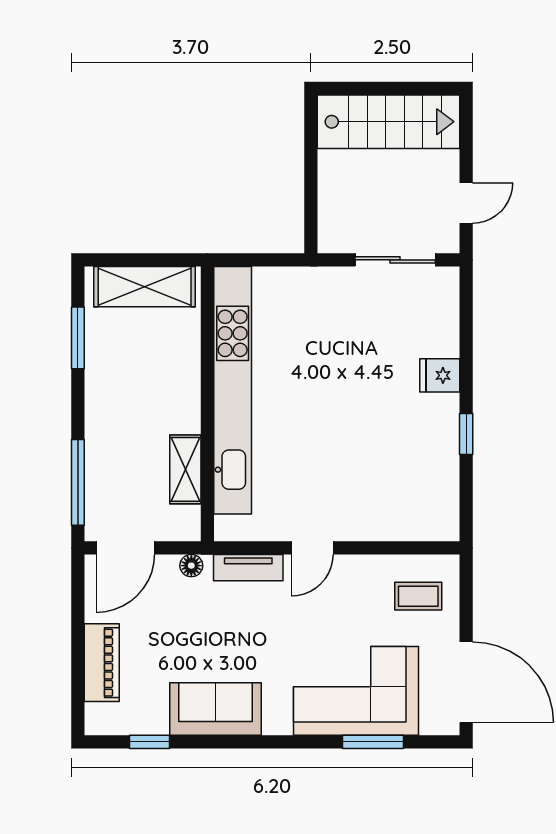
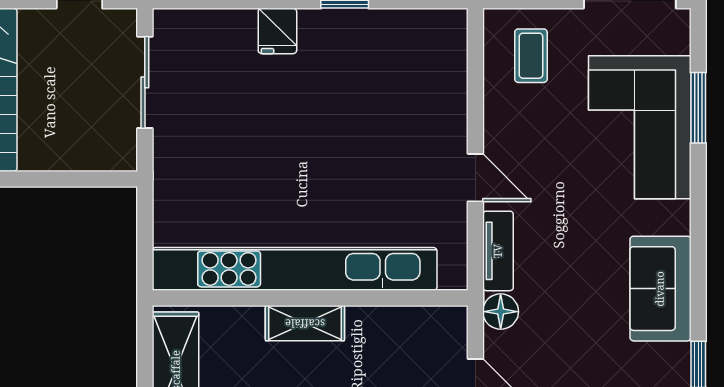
shelving: (185, 469) -> (305, 323), moved
floor lamp: (191, 566) -> (501, 312), width x1.37, depth x1.37

